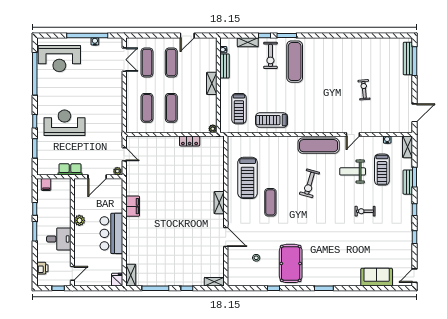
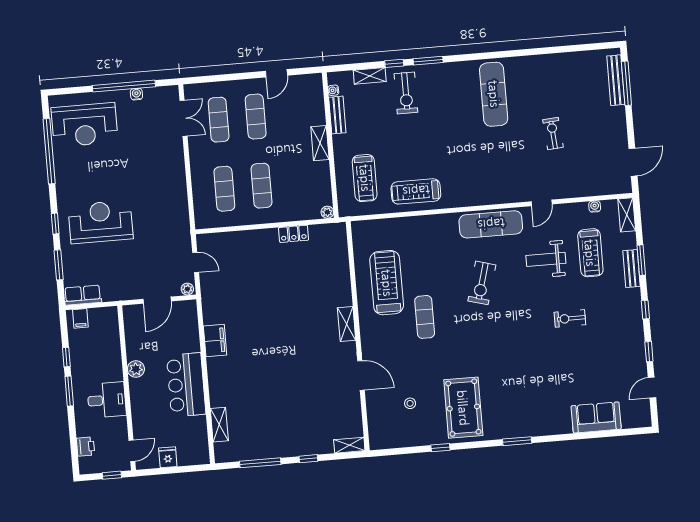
exercise mat: (295, 62) -> (494, 94), moved
row of seats: (70, 169) -> (83, 295), moved
treadmill: (248, 178) -> (387, 283), turned 180
shelving: (131, 275) -> (219, 425), moved
door: (415, 276) -> (652, 388), moved
fridge: (117, 280) -> (168, 457), moved

